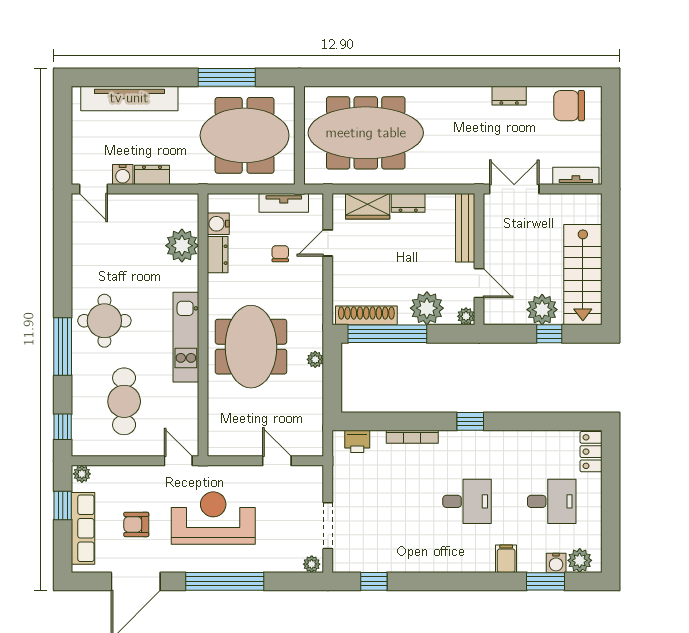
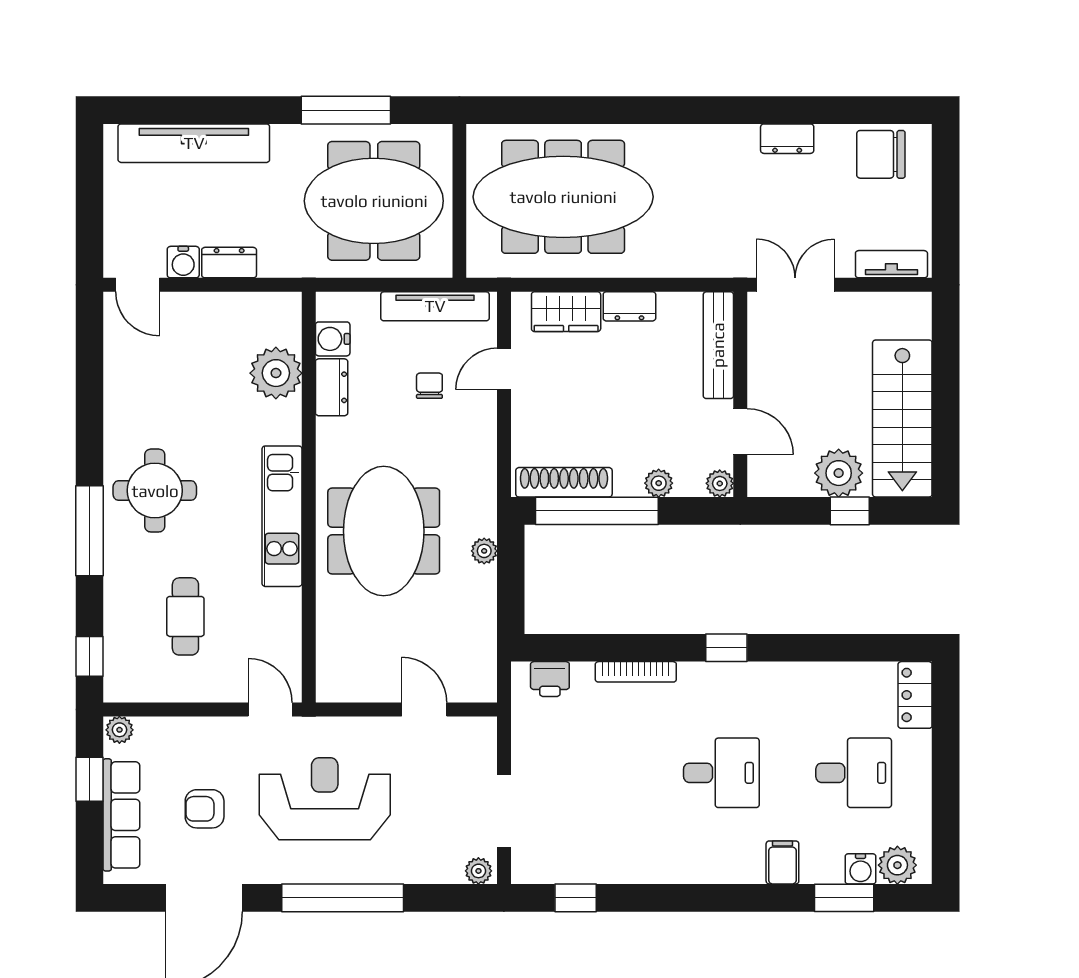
tv unit: (284, 203) -> (435, 306), width x1.41
plant: (427, 308) -> (659, 483), width x0.53, depth x0.53
cafe table: (124, 401) -> (185, 616), width x0.73, depth x0.74

